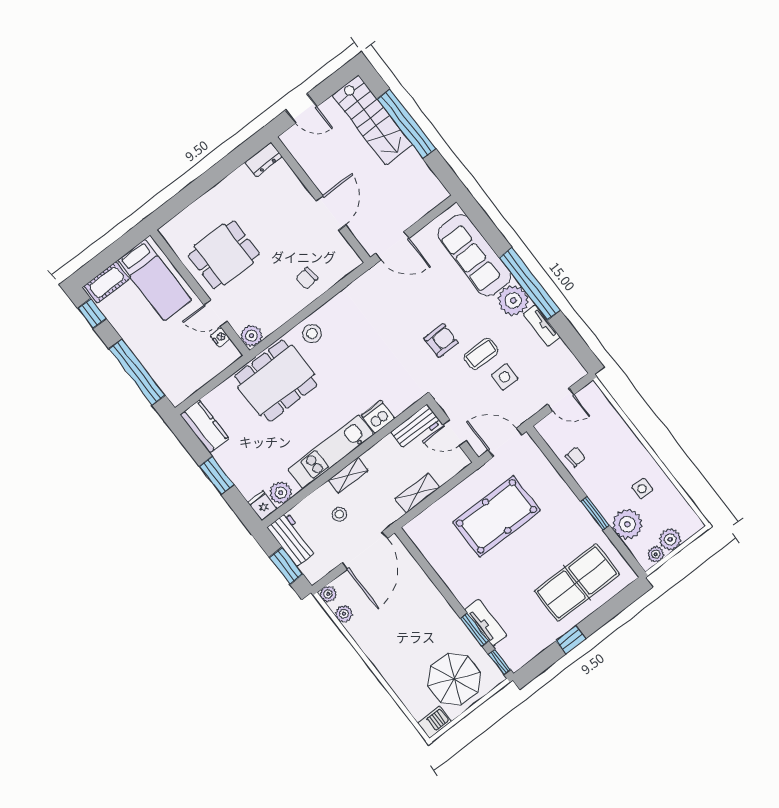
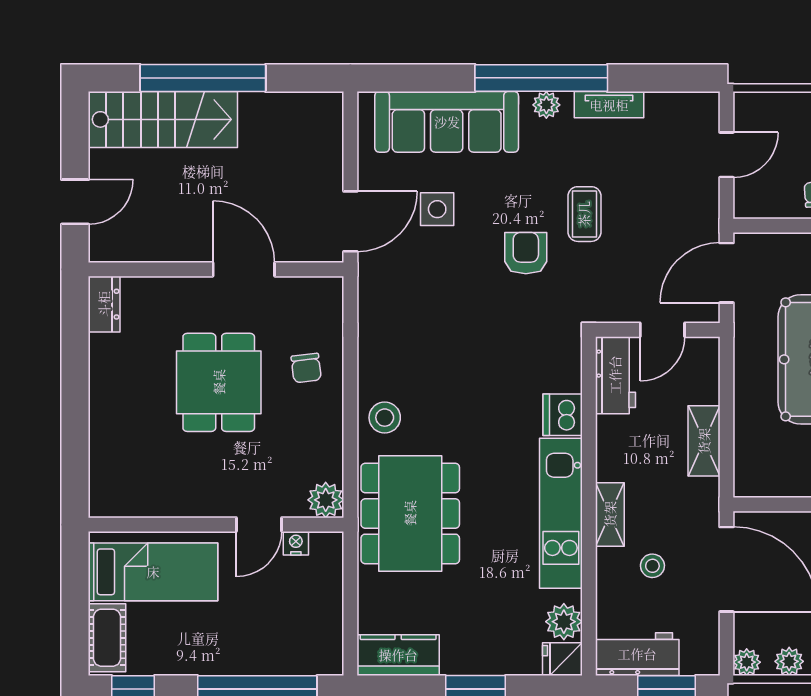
dining table: (224, 255) -> (219, 382), moved
plant: (513, 300) -> (546, 105), width x0.53, depth x0.53
side table: (505, 377) -> (437, 209), moved

